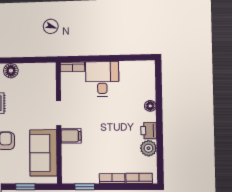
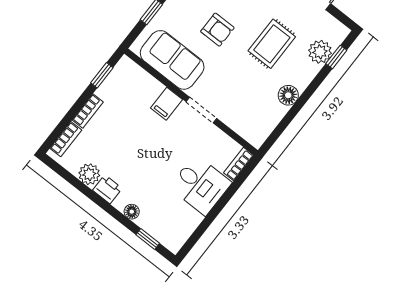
window: (159, 84) -> (148, 239), added

